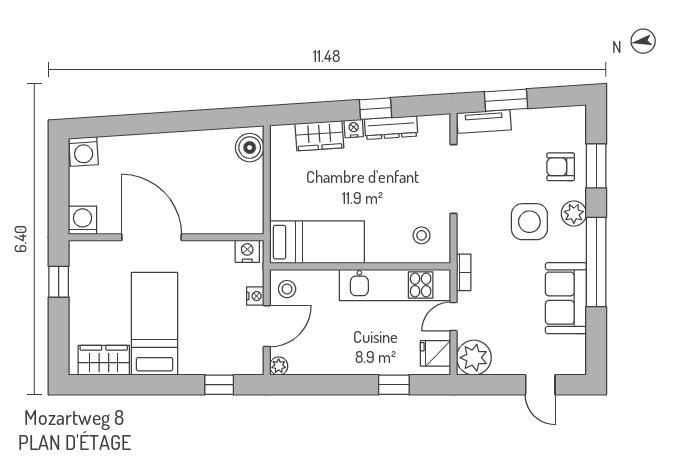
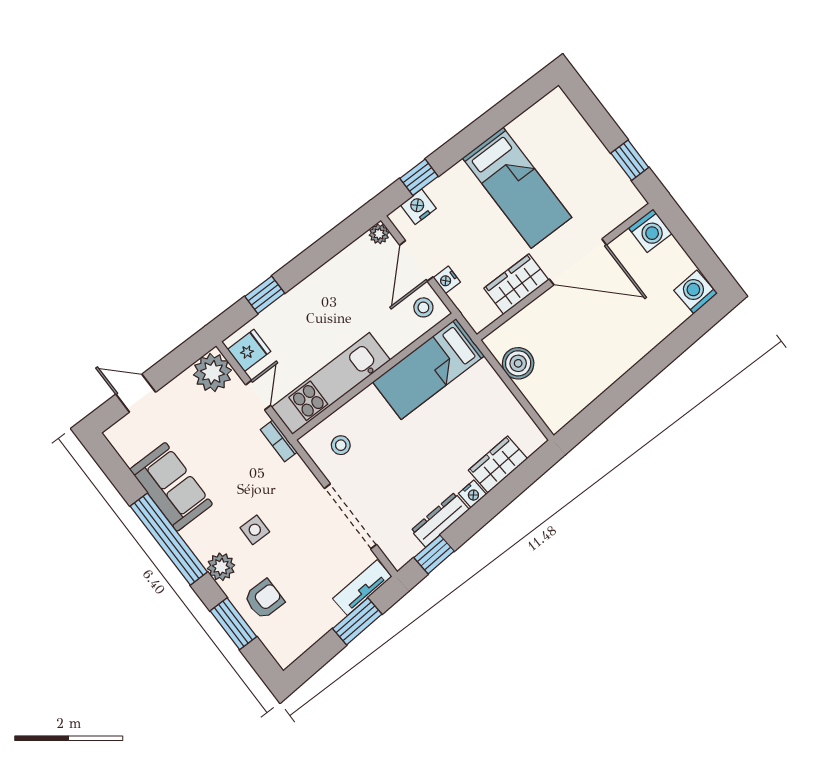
window: (375, 109) -> (434, 554), moved
boiler: (250, 148) -> (518, 363), moved
side table: (529, 222) -> (255, 530), width x0.54, depth x0.54
nightstand: (247, 251) -> (418, 207), moved, turned 180
wardrobe: (104, 360) -> (516, 284), moved, turned 180

